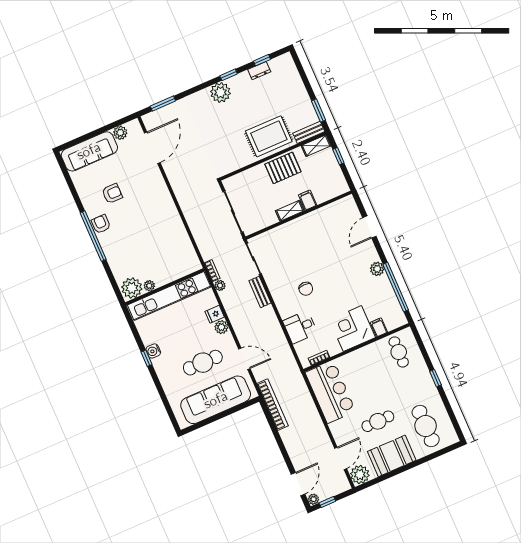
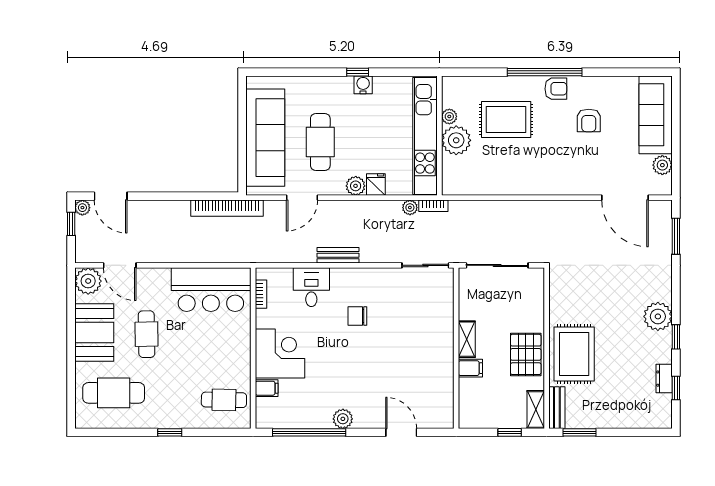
rug: (135, 248) -> (506, 120), added
plant: (132, 288) -> (456, 140), moved
bench: (260, 292) -> (338, 255), moved

